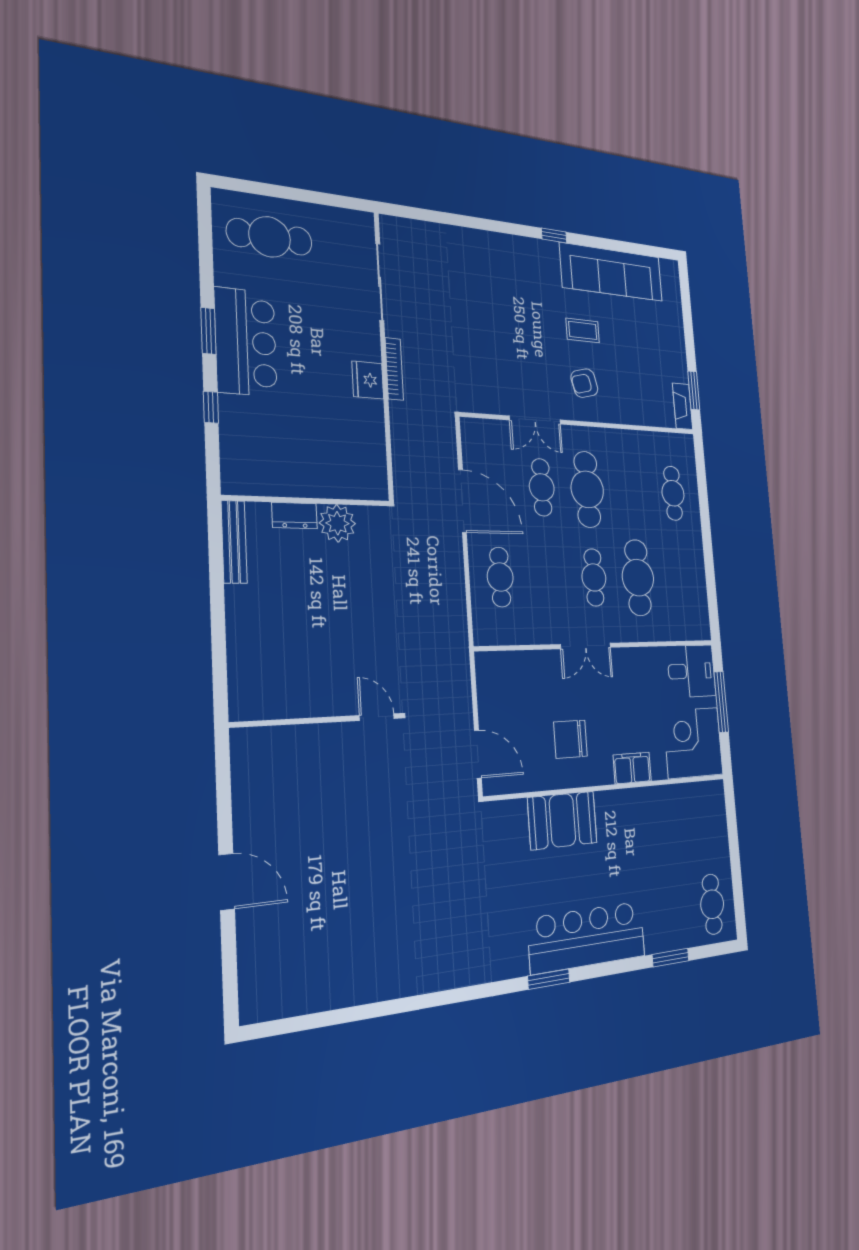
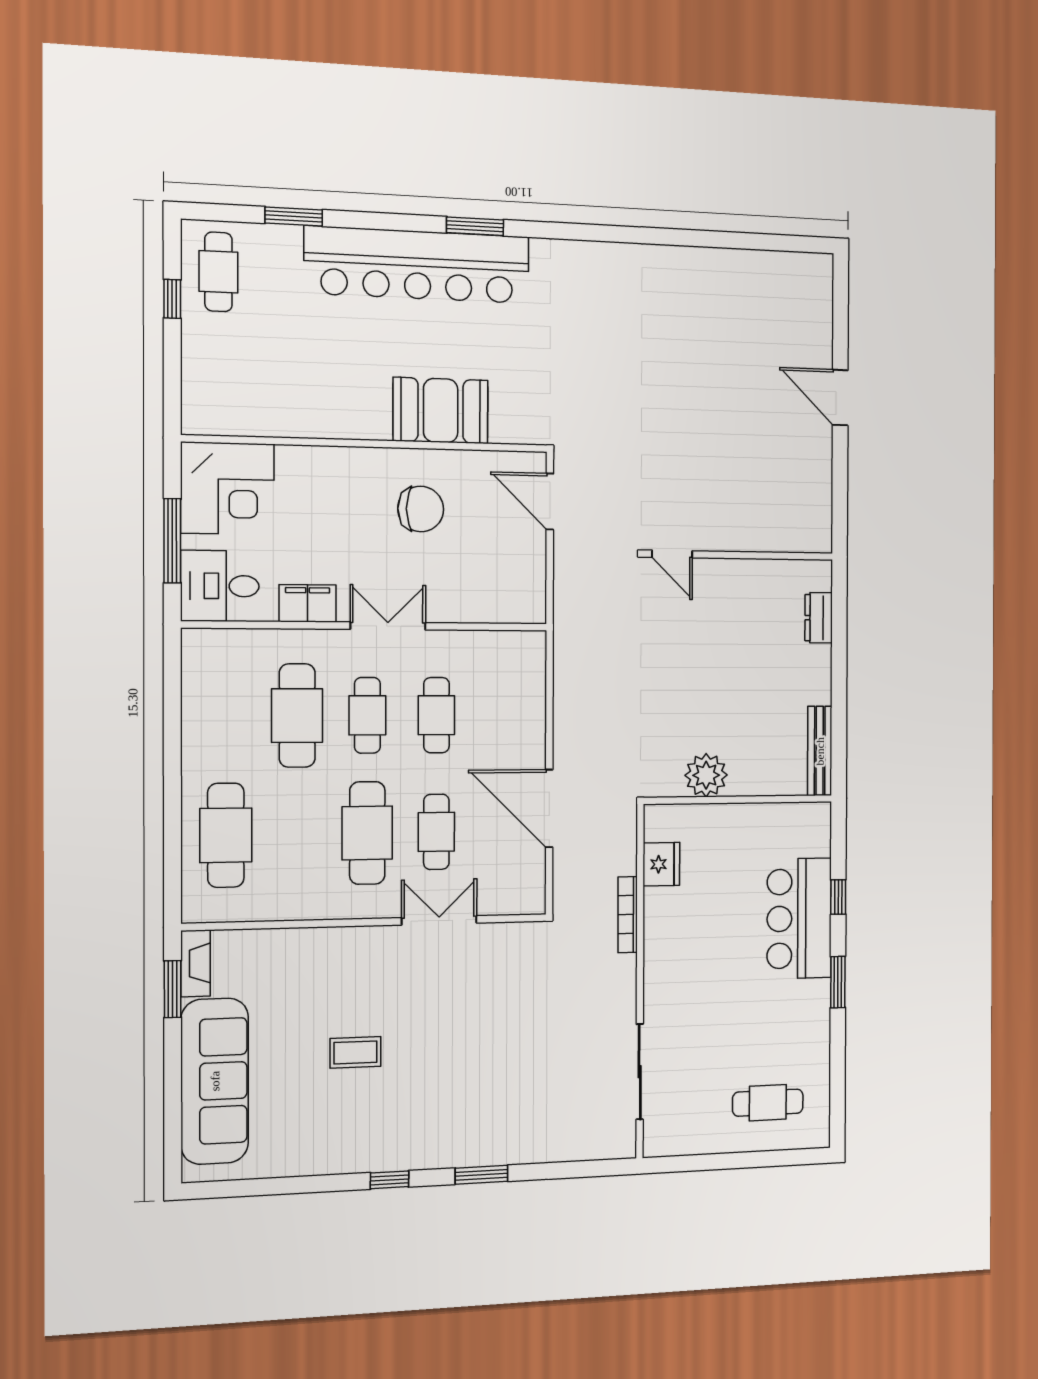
window: (493, 226) -> (481, 1175), added
cafe table: (270, 237) -> (768, 1103), width x0.73, depth x0.74
sofa: (611, 272) -> (215, 1081), moved, turned 90
bar counter: (246, 342) -> (799, 918), moved
bookcase: (394, 369) -> (628, 915), moved
fridge: (368, 380) -> (661, 864), moved
armchair: (584, 383) -> (359, 979), removed
cafe table: (673, 493) -> (226, 835), width x1.37, depth x1.35
dresser: (295, 516) -> (819, 618), moved, turned -90
cafe table: (500, 577) -> (436, 715), moved
filing cabinet: (632, 768) -> (308, 603), moved, turned 180
window: (737, 878) -> (172, 299), added
bar counter: (587, 937) -> (418, 265), width x1.36

